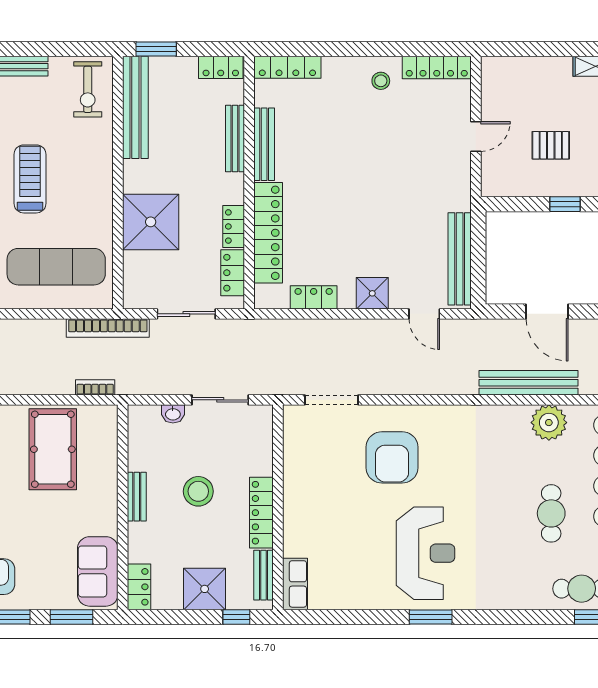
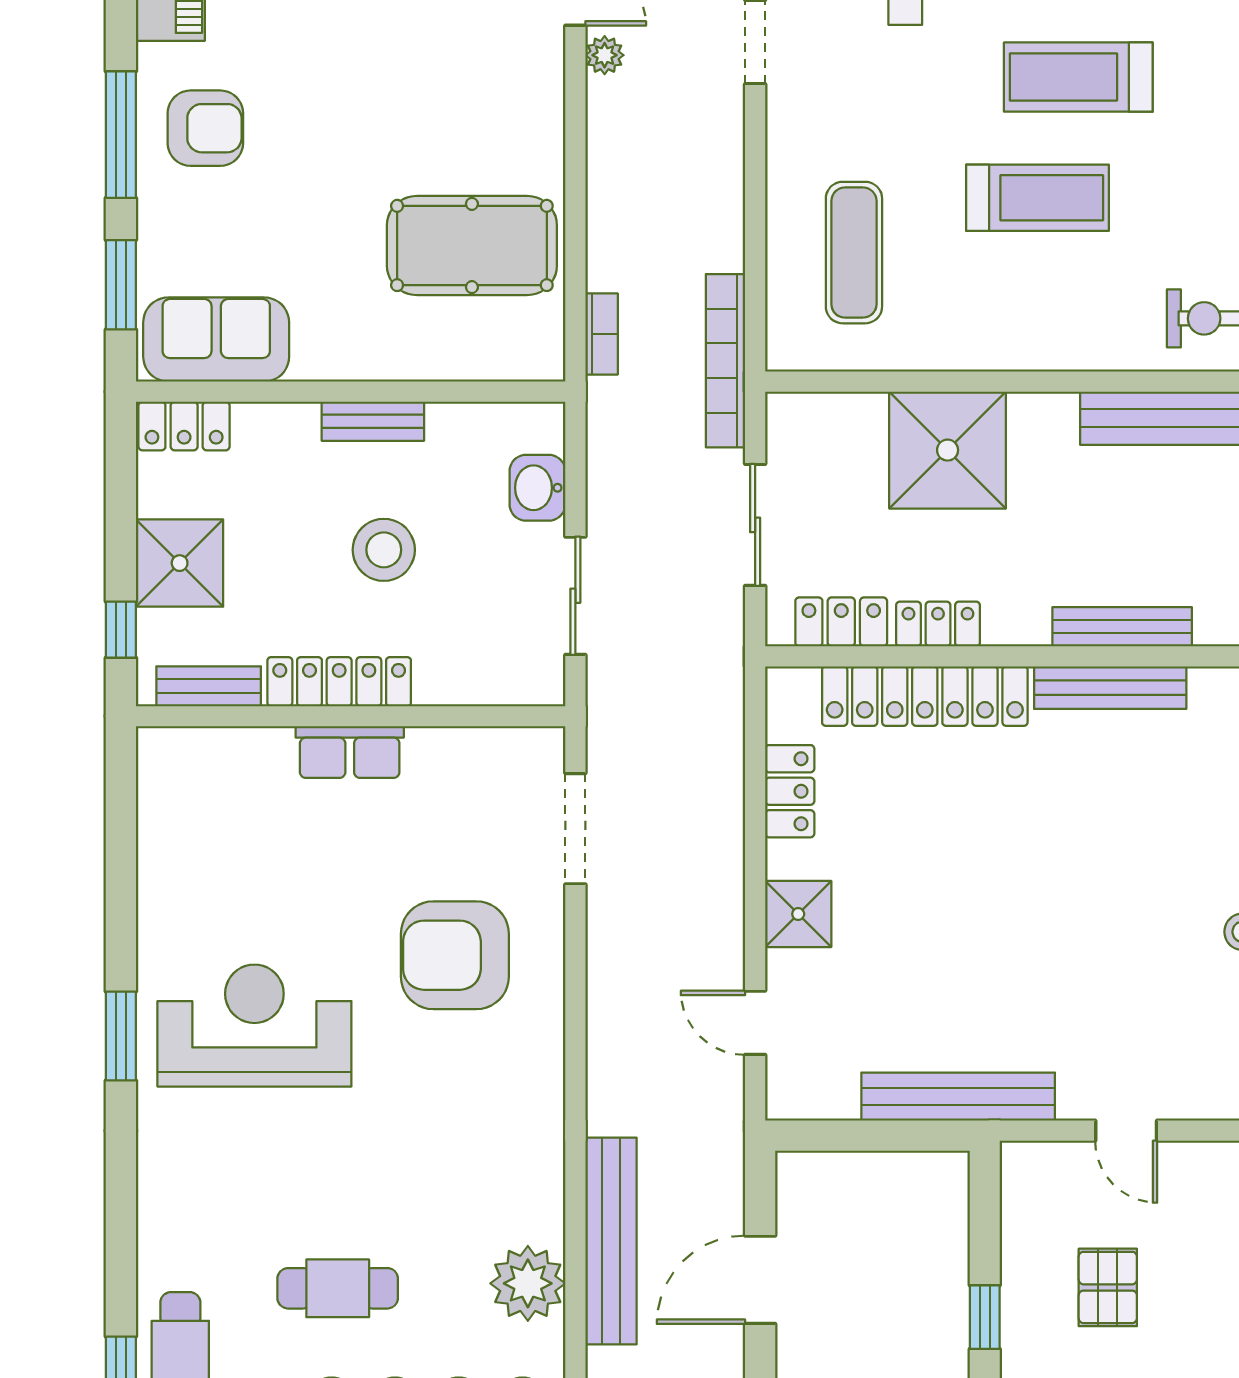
bench: (460, 259) -> (958, 1097), moved
exercise mat: (56, 267) -> (854, 253), width x0.73, depth x0.69
door: (424, 314) -> (755, 1023), hinge flipped
washbasin: (173, 414) -> (537, 488), width x1.38, depth x1.45
reception desk: (426, 553) -> (254, 1026), turned 180
row of seats: (295, 584) -> (350, 752), moved

